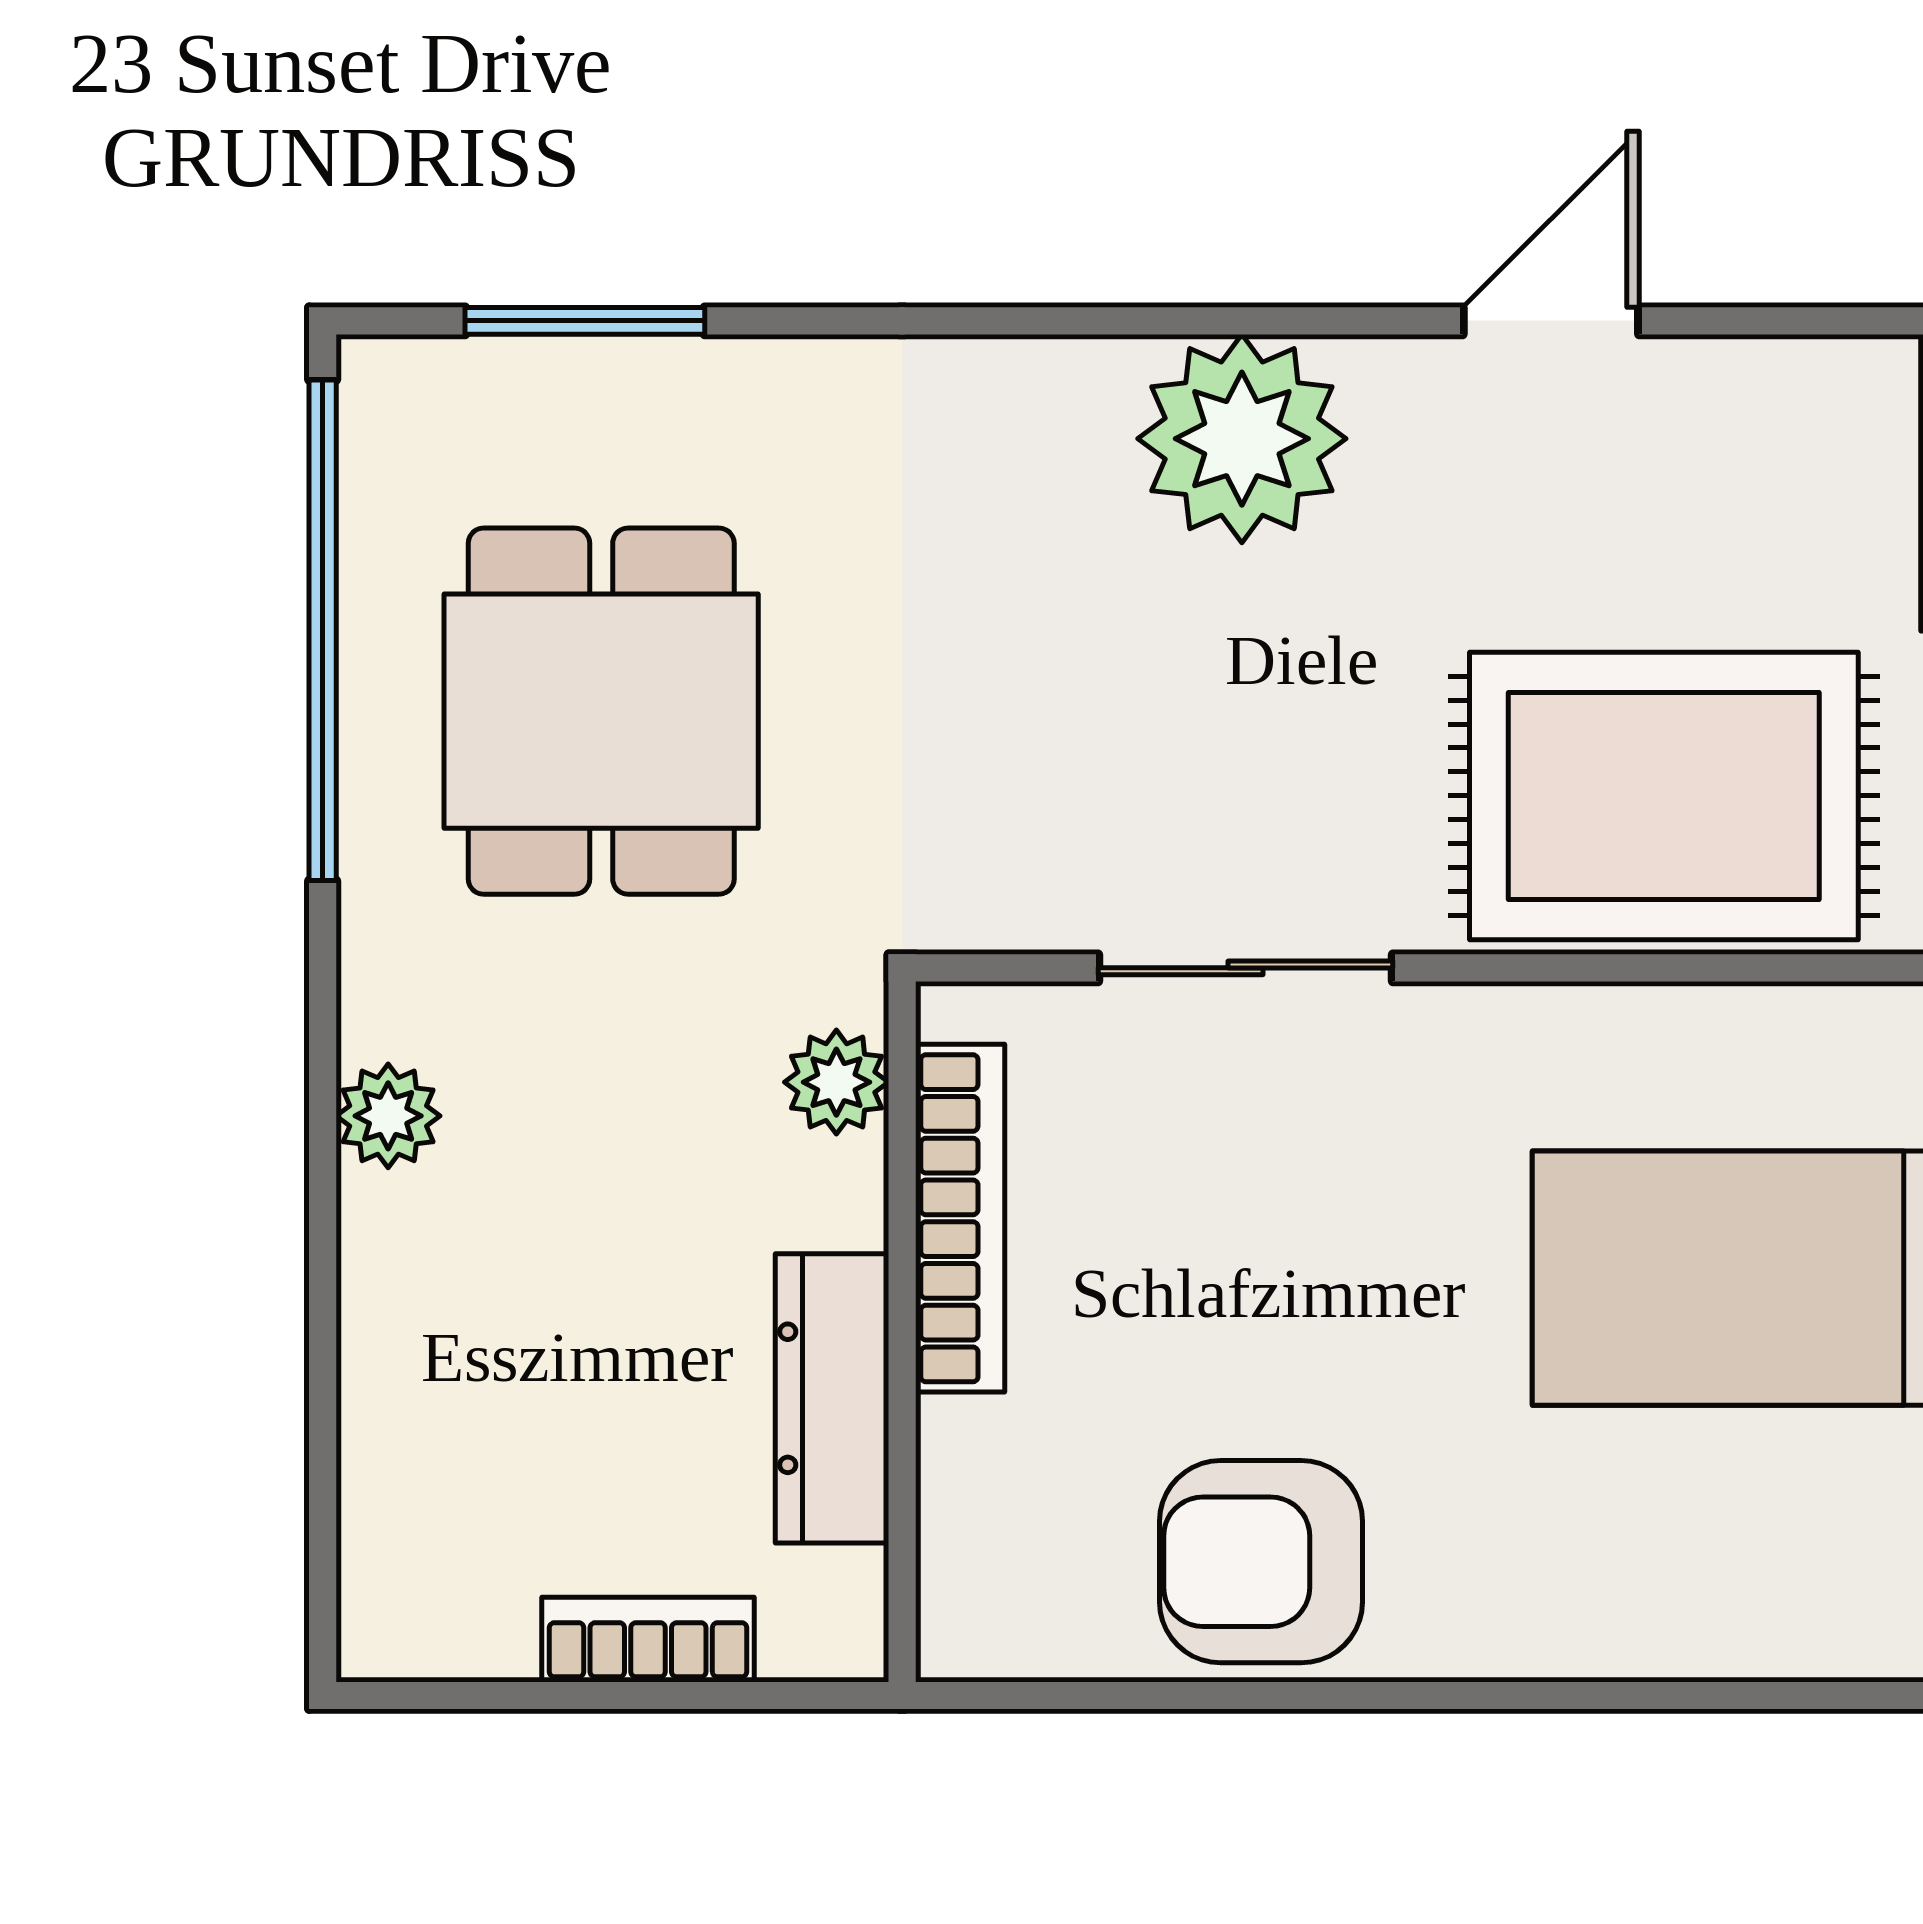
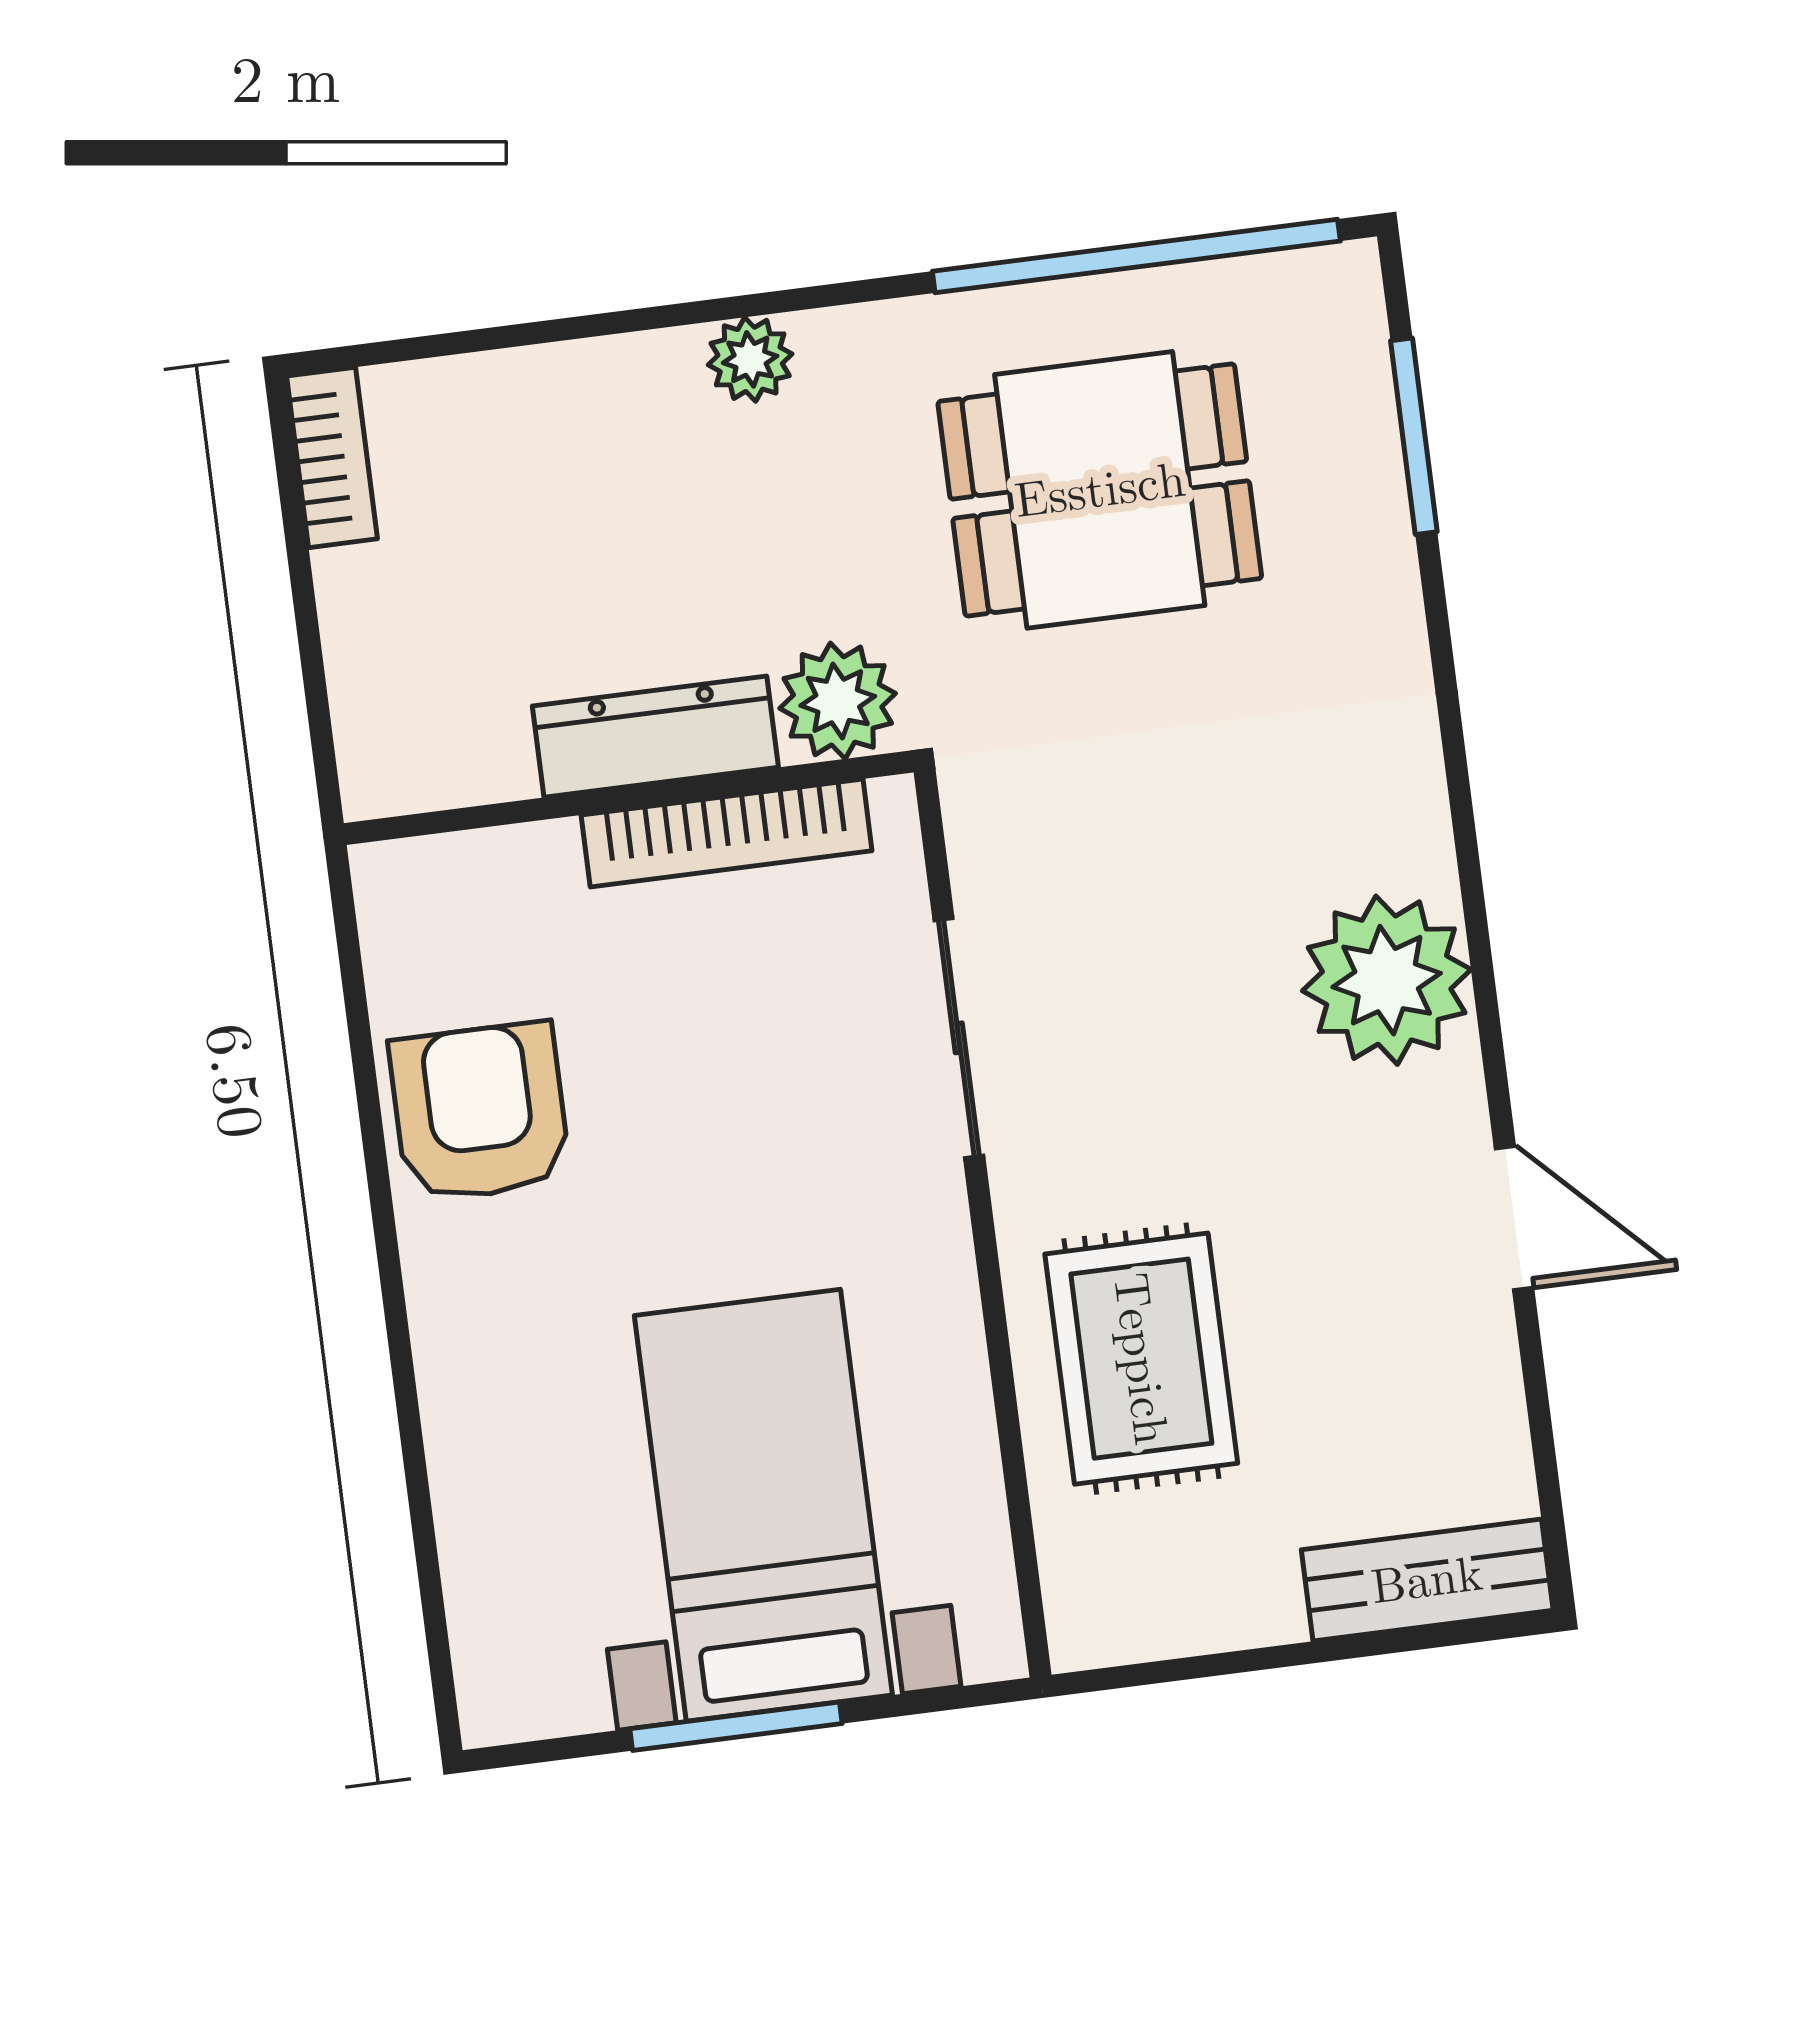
rug: (1664, 796) -> (1141, 1359), width x0.73, depth x0.70
plant: (836, 1082) -> (838, 701), width x1.38, depth x1.38
dresser: (832, 1398) -> (655, 737), moved
bookcase: (648, 1640) -> (332, 457), moved

